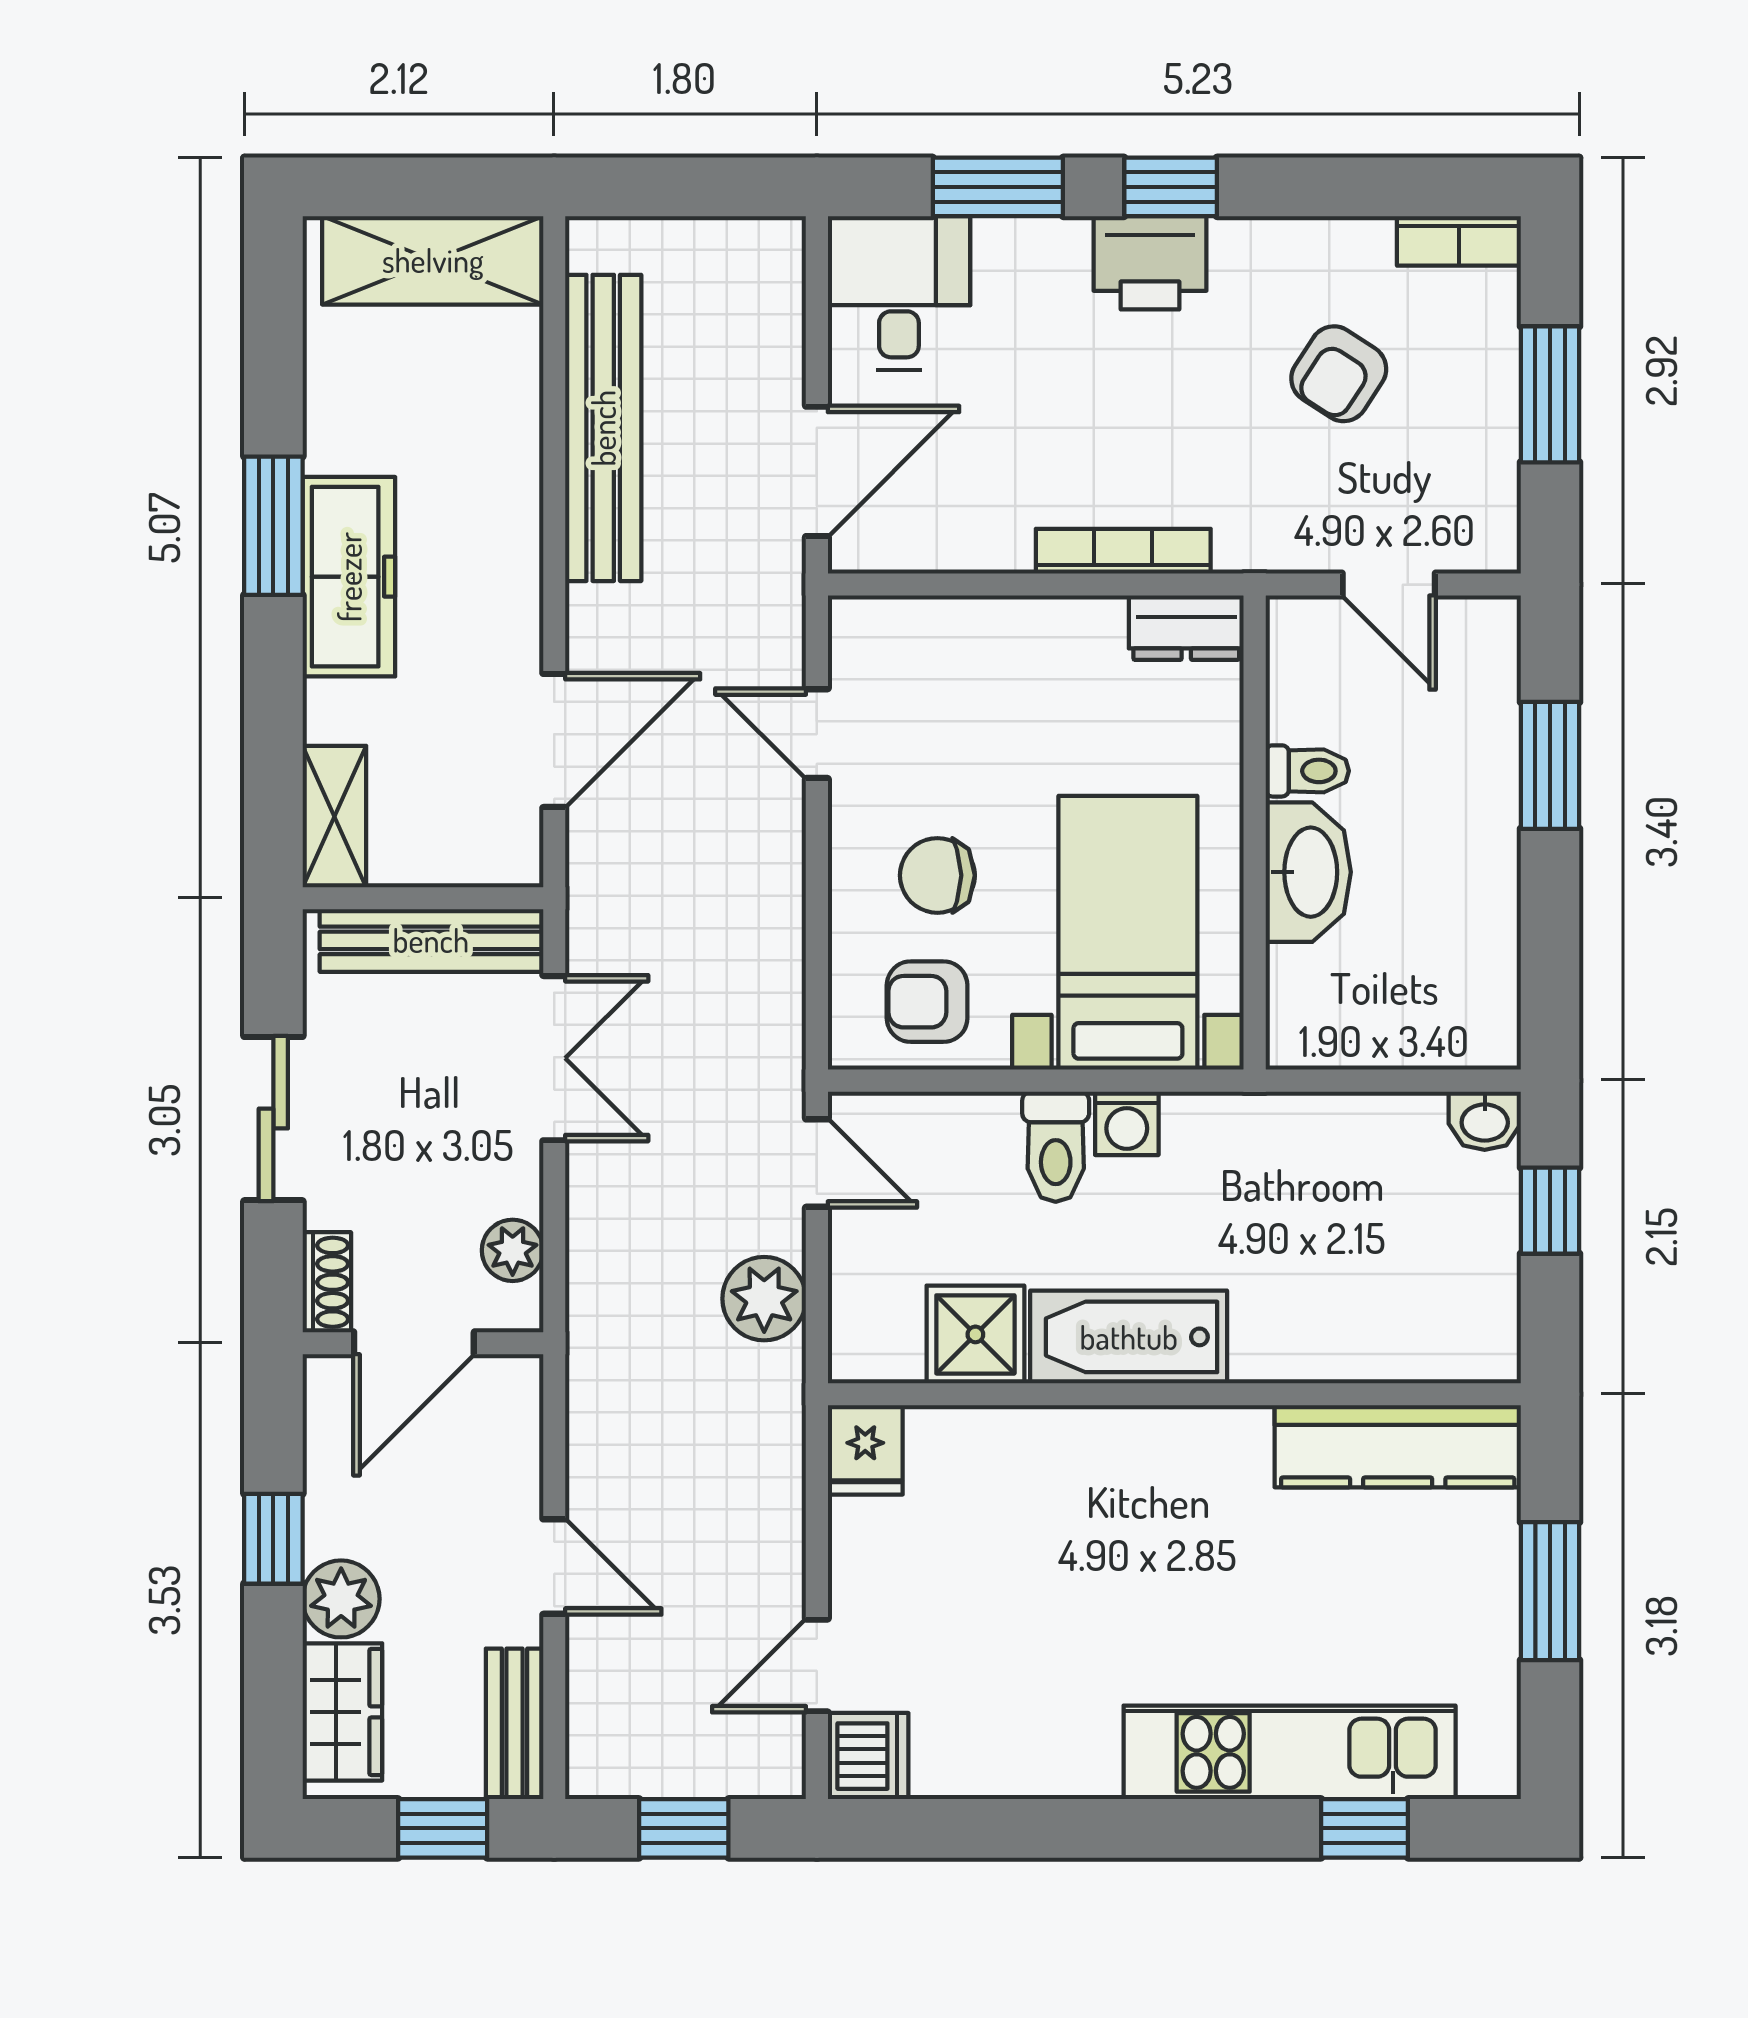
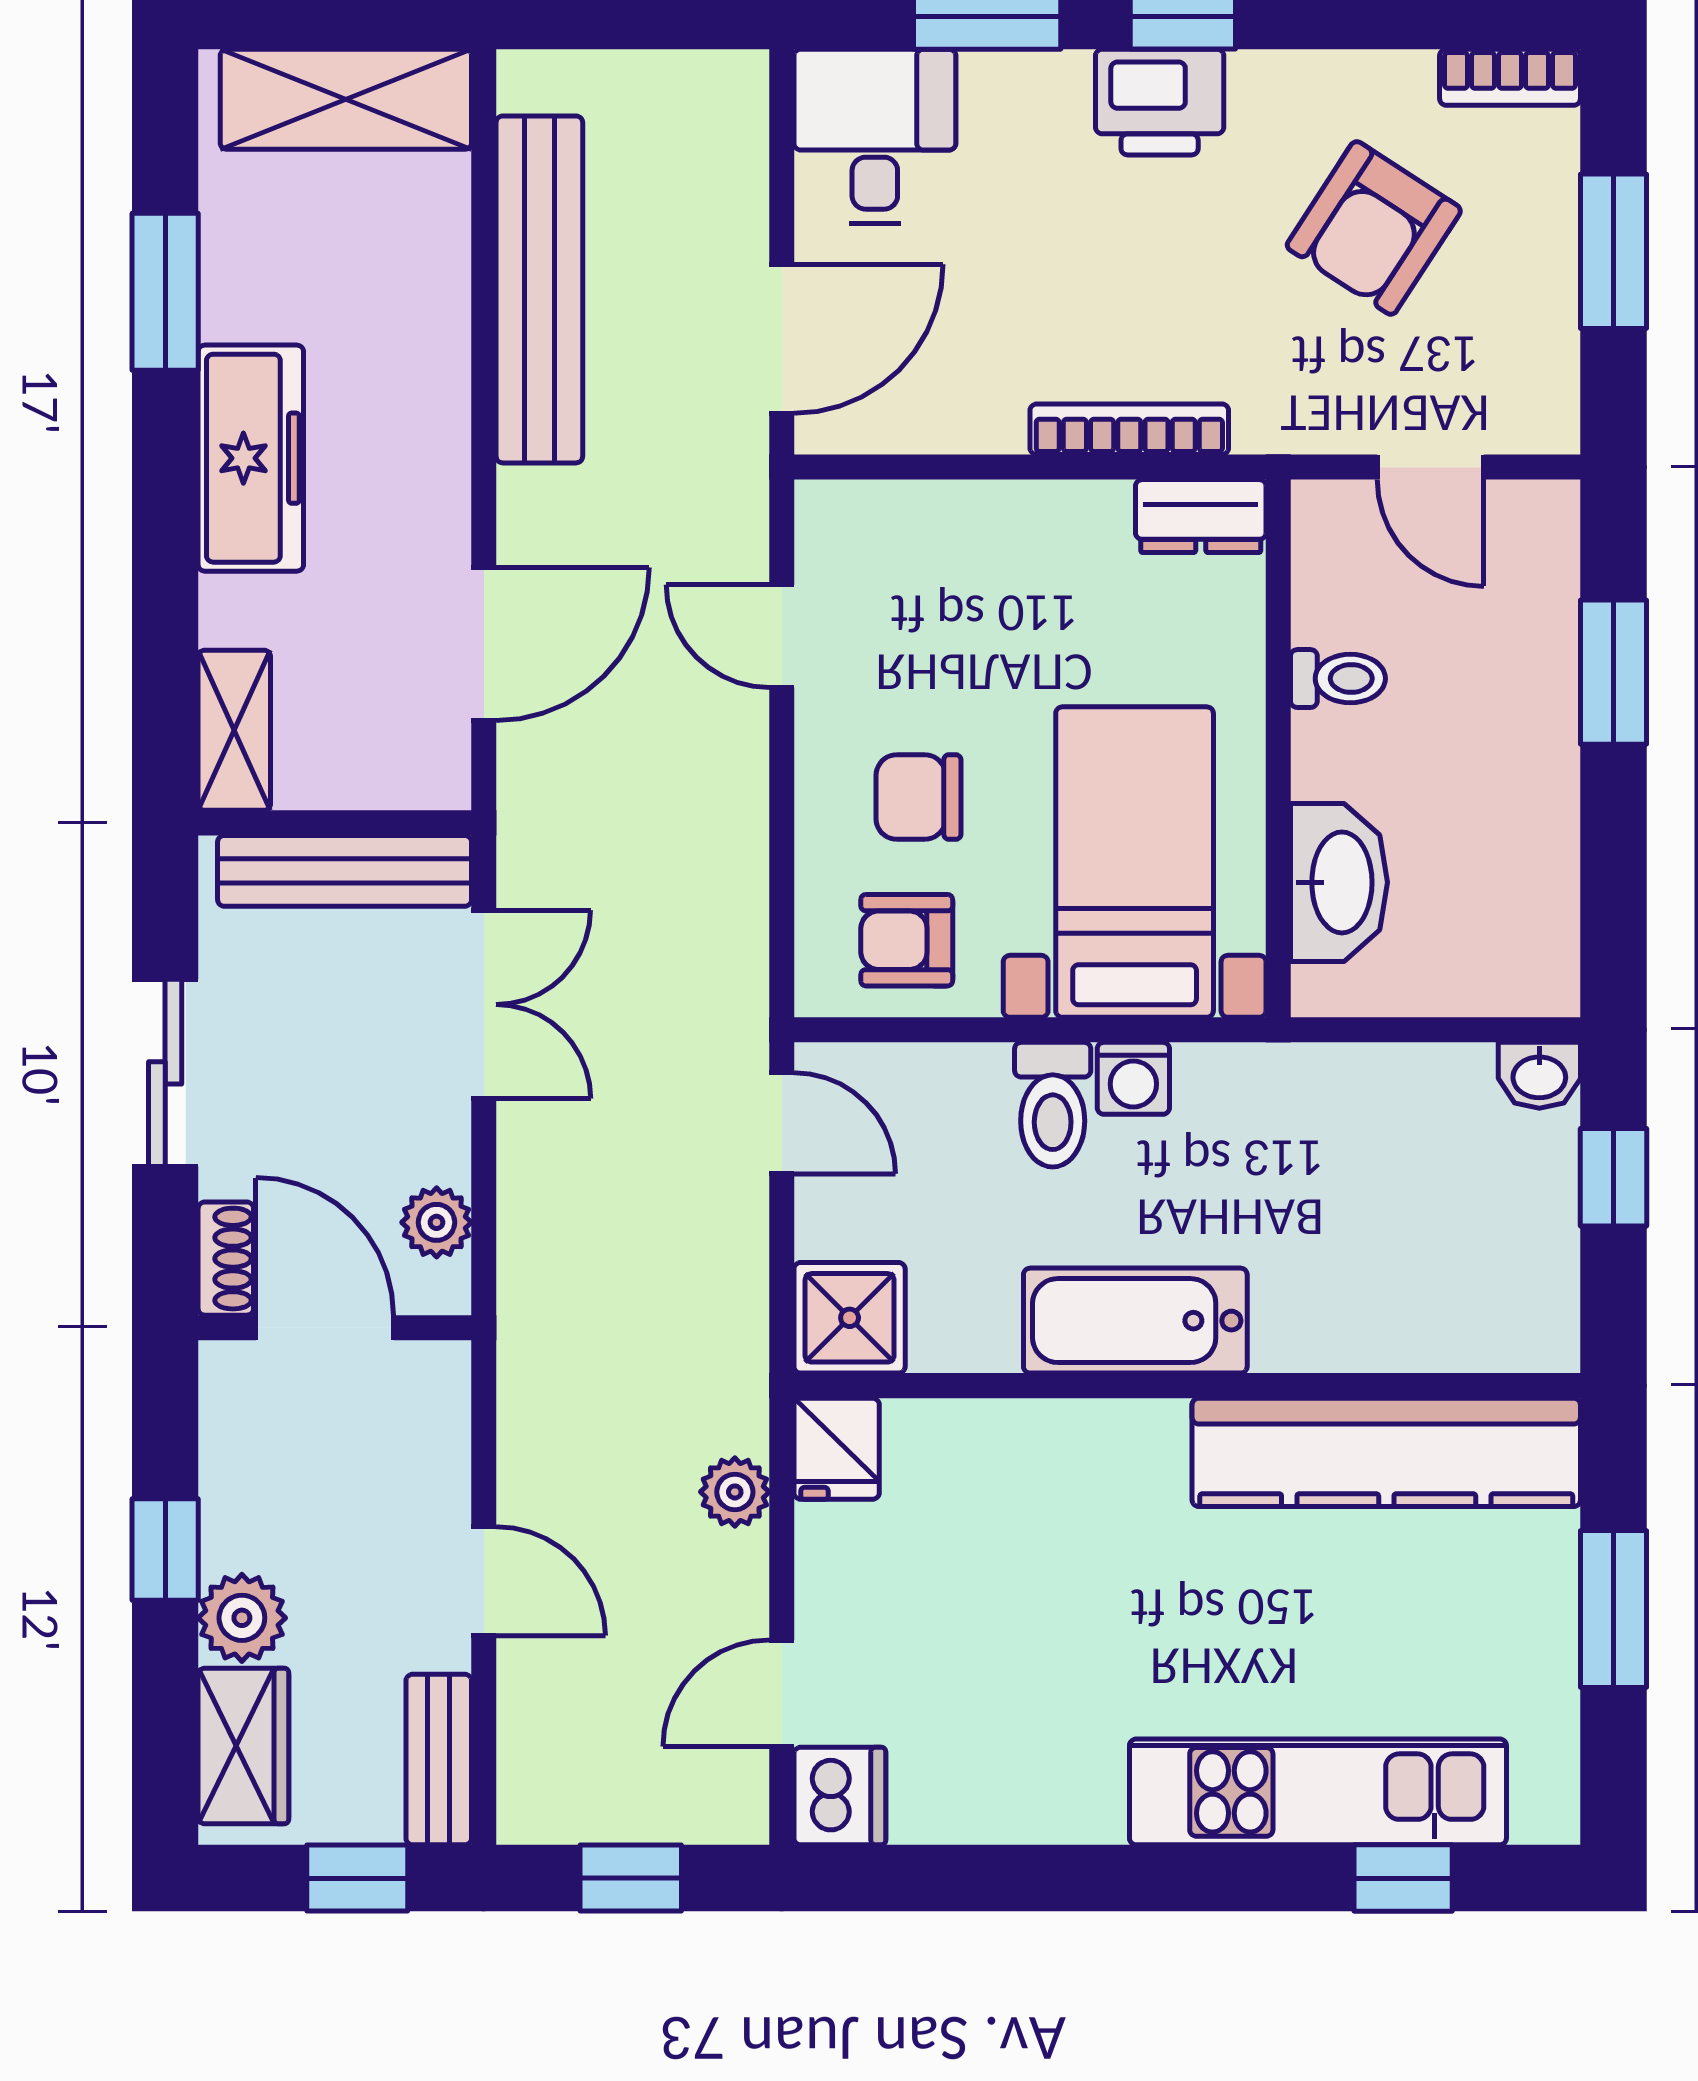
armchair: (1339, 374) -> (1374, 228), width x1.38, depth x1.38
window: (273, 526) -> (165, 292), moved
washbasin: (1308, 872) -> (1339, 882), moved
plant: (764, 1299) -> (735, 1492), moved, width x0.73, depth x0.73
shower: (975, 1334) -> (850, 1318), moved
door: (414, 1343) -> (325, 1328), swing flipped
kitchen counter: (1398, 1446) -> (1386, 1452), width x1.39, depth x1.17

